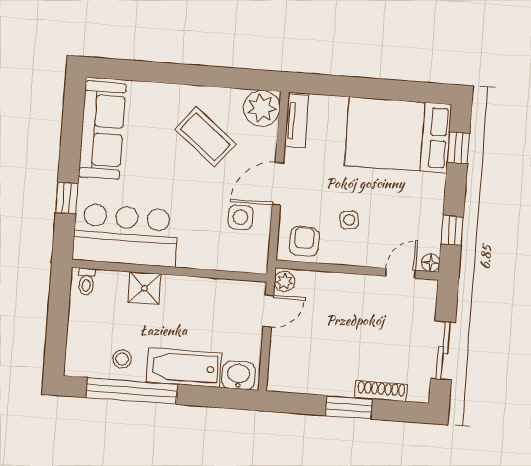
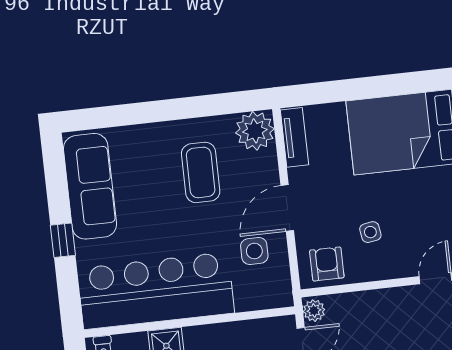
coffee table: (205, 137) -> (201, 172), turned 51
window: (67, 198) -> (63, 240), moved
bar counter: (126, 235) -> (156, 291), width x1.36

